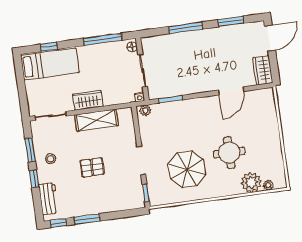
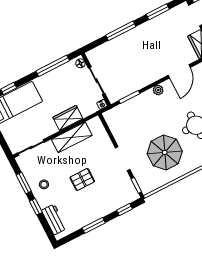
wardrobe: (88, 100) -> (68, 118), moved
plant: (145, 110) -> (158, 90), moved
window: (59, 223) -> (125, 209), moved

